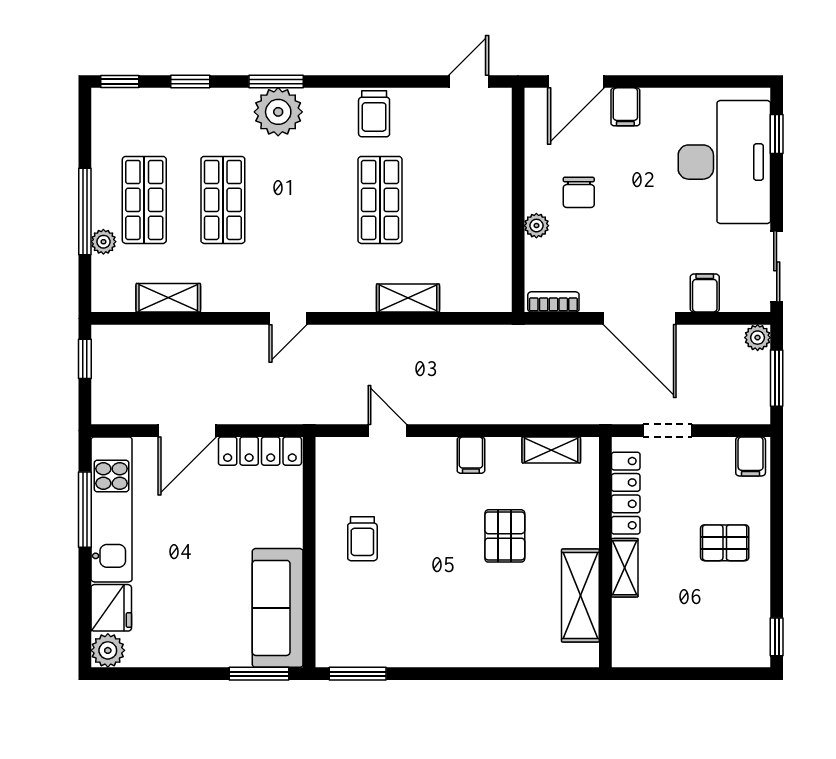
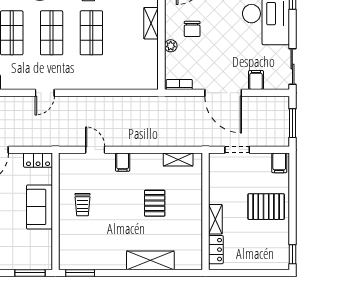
shop shelf: (301, 200) -> (52, 33), added
shelving: (408, 298) -> (151, 23), moved, turned 90
plant: (758, 338) -> (283, 103), removed
locker: (260, 451) -> (38, 160), width x0.66
filing cabinet: (471, 455) -> (123, 162), moved
locker: (626, 493) -> (216, 250), moved, width x0.66
pallet: (725, 543) -> (266, 207), width x1.50, depth x1.42
shelving: (580, 595) -> (150, 260), moved, turned 90
sofa: (278, 608) -> (40, 207), moved, width x0.73

